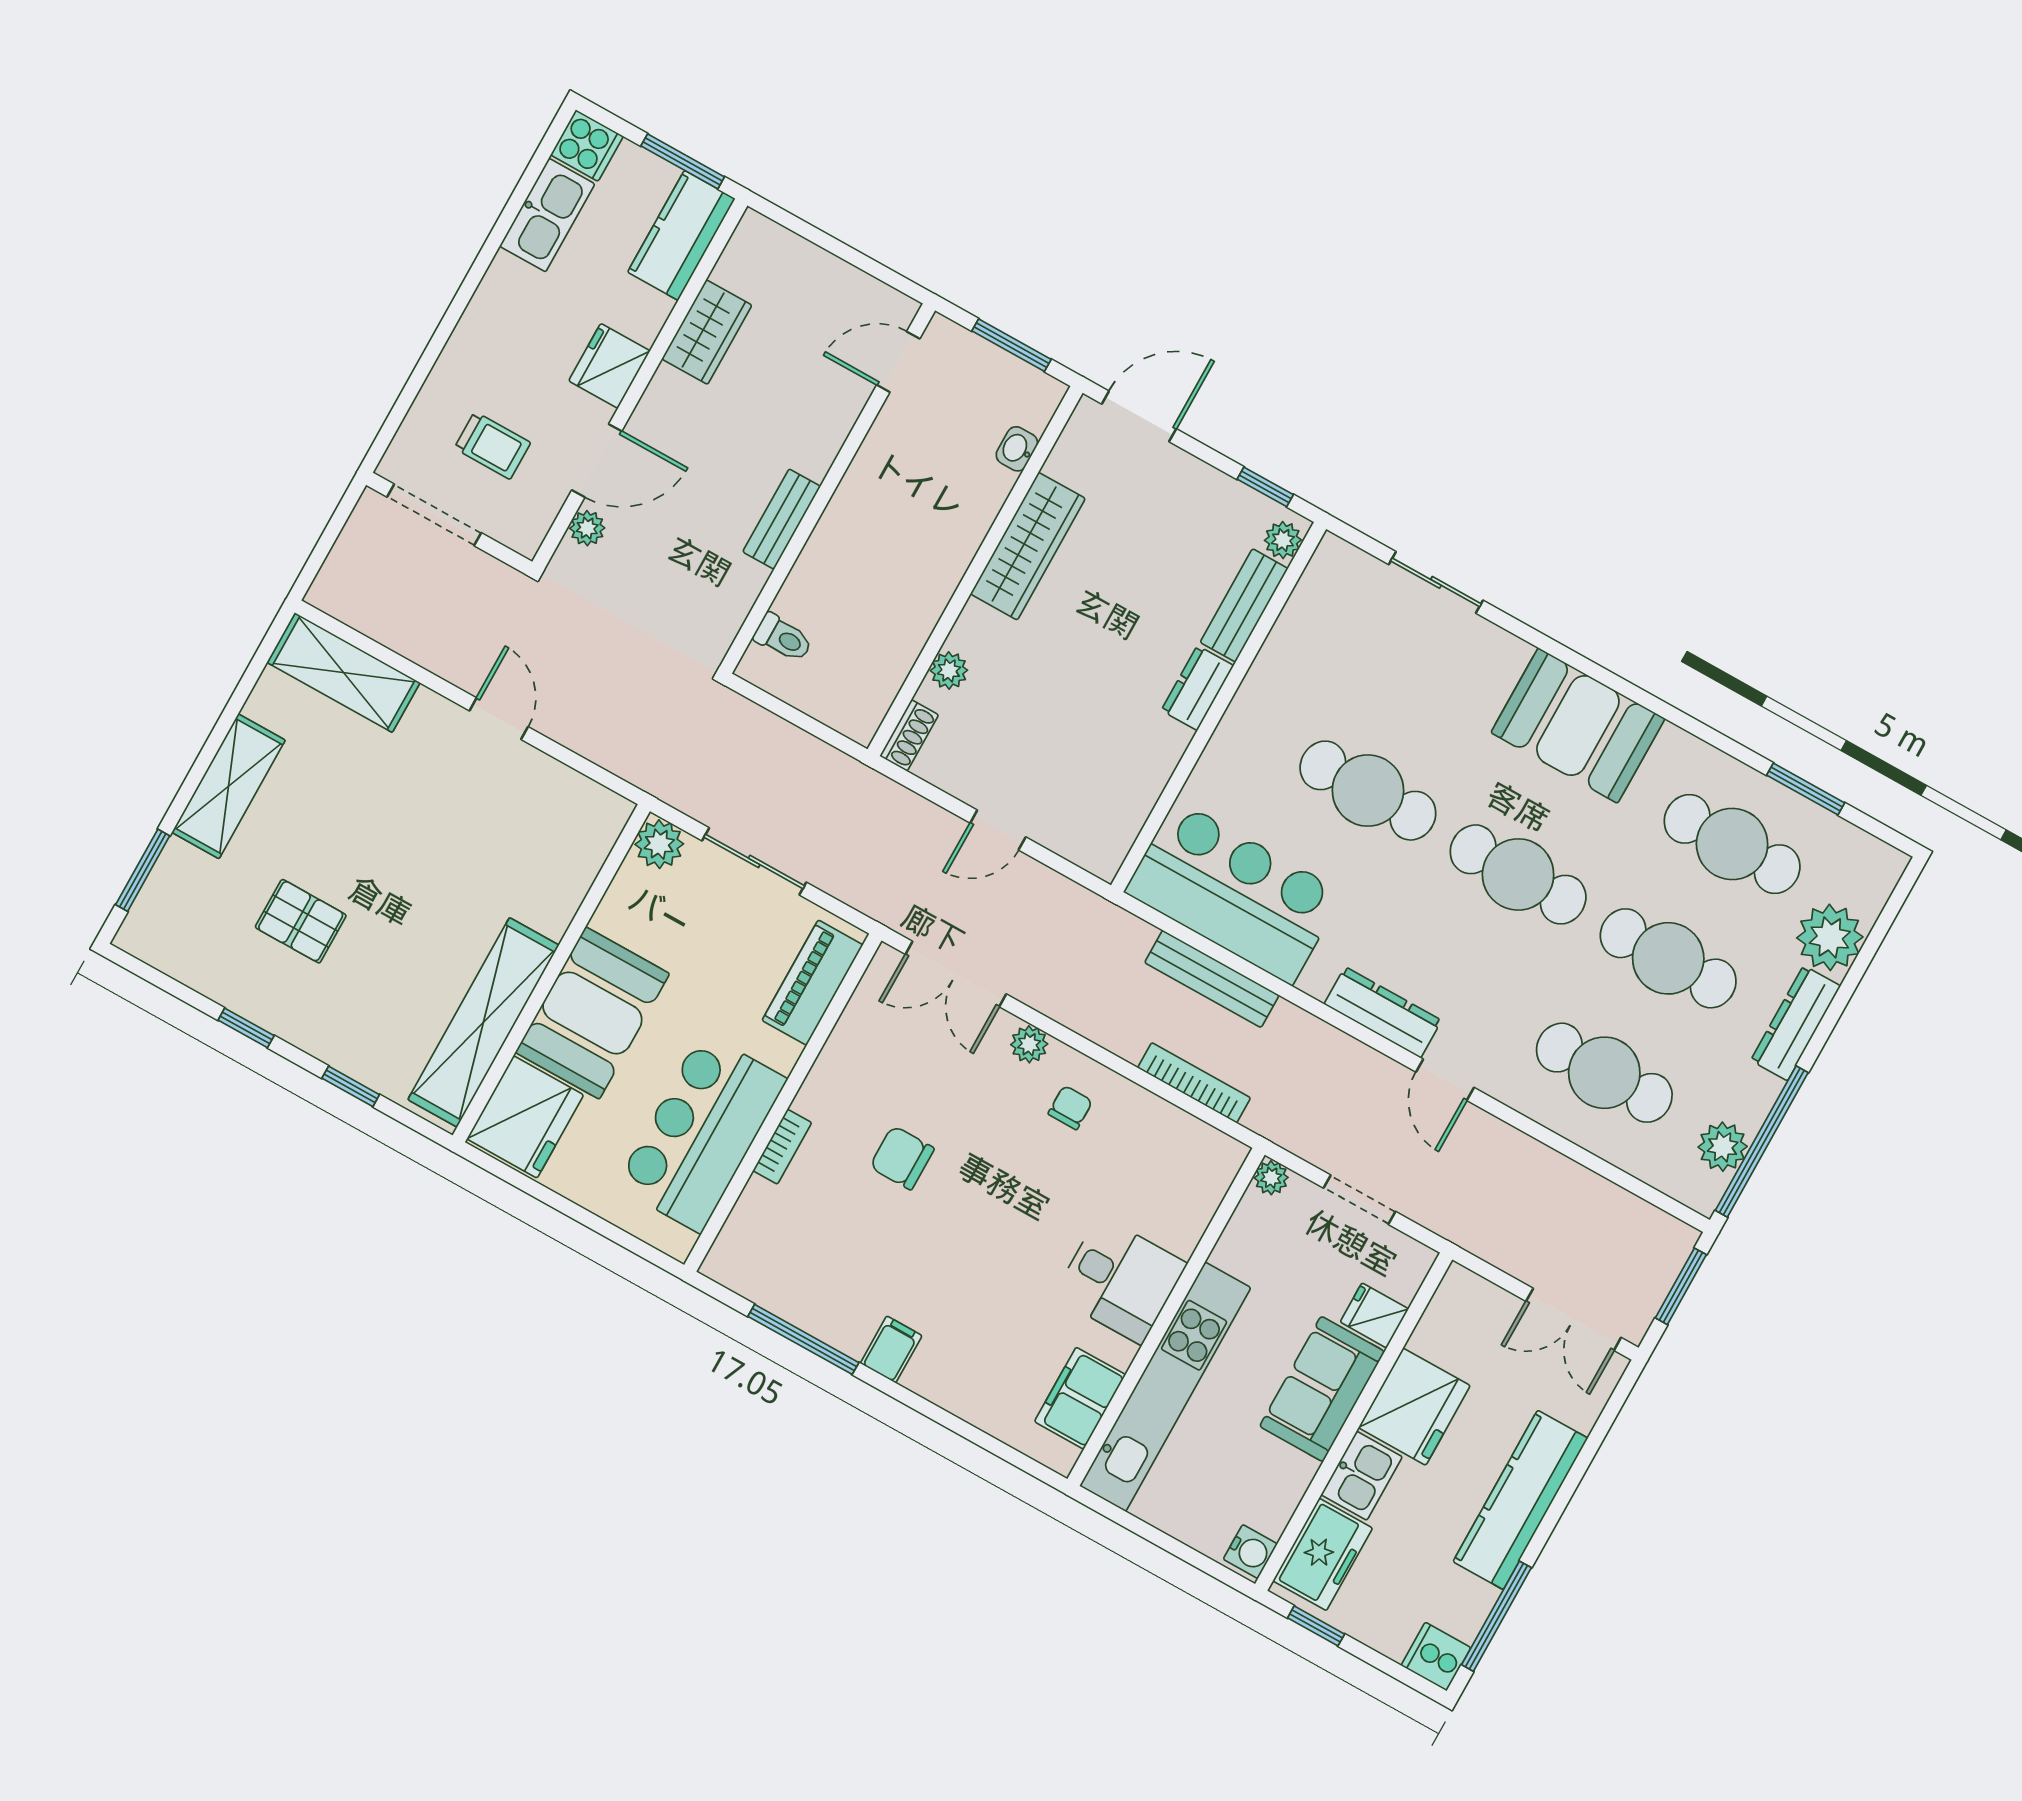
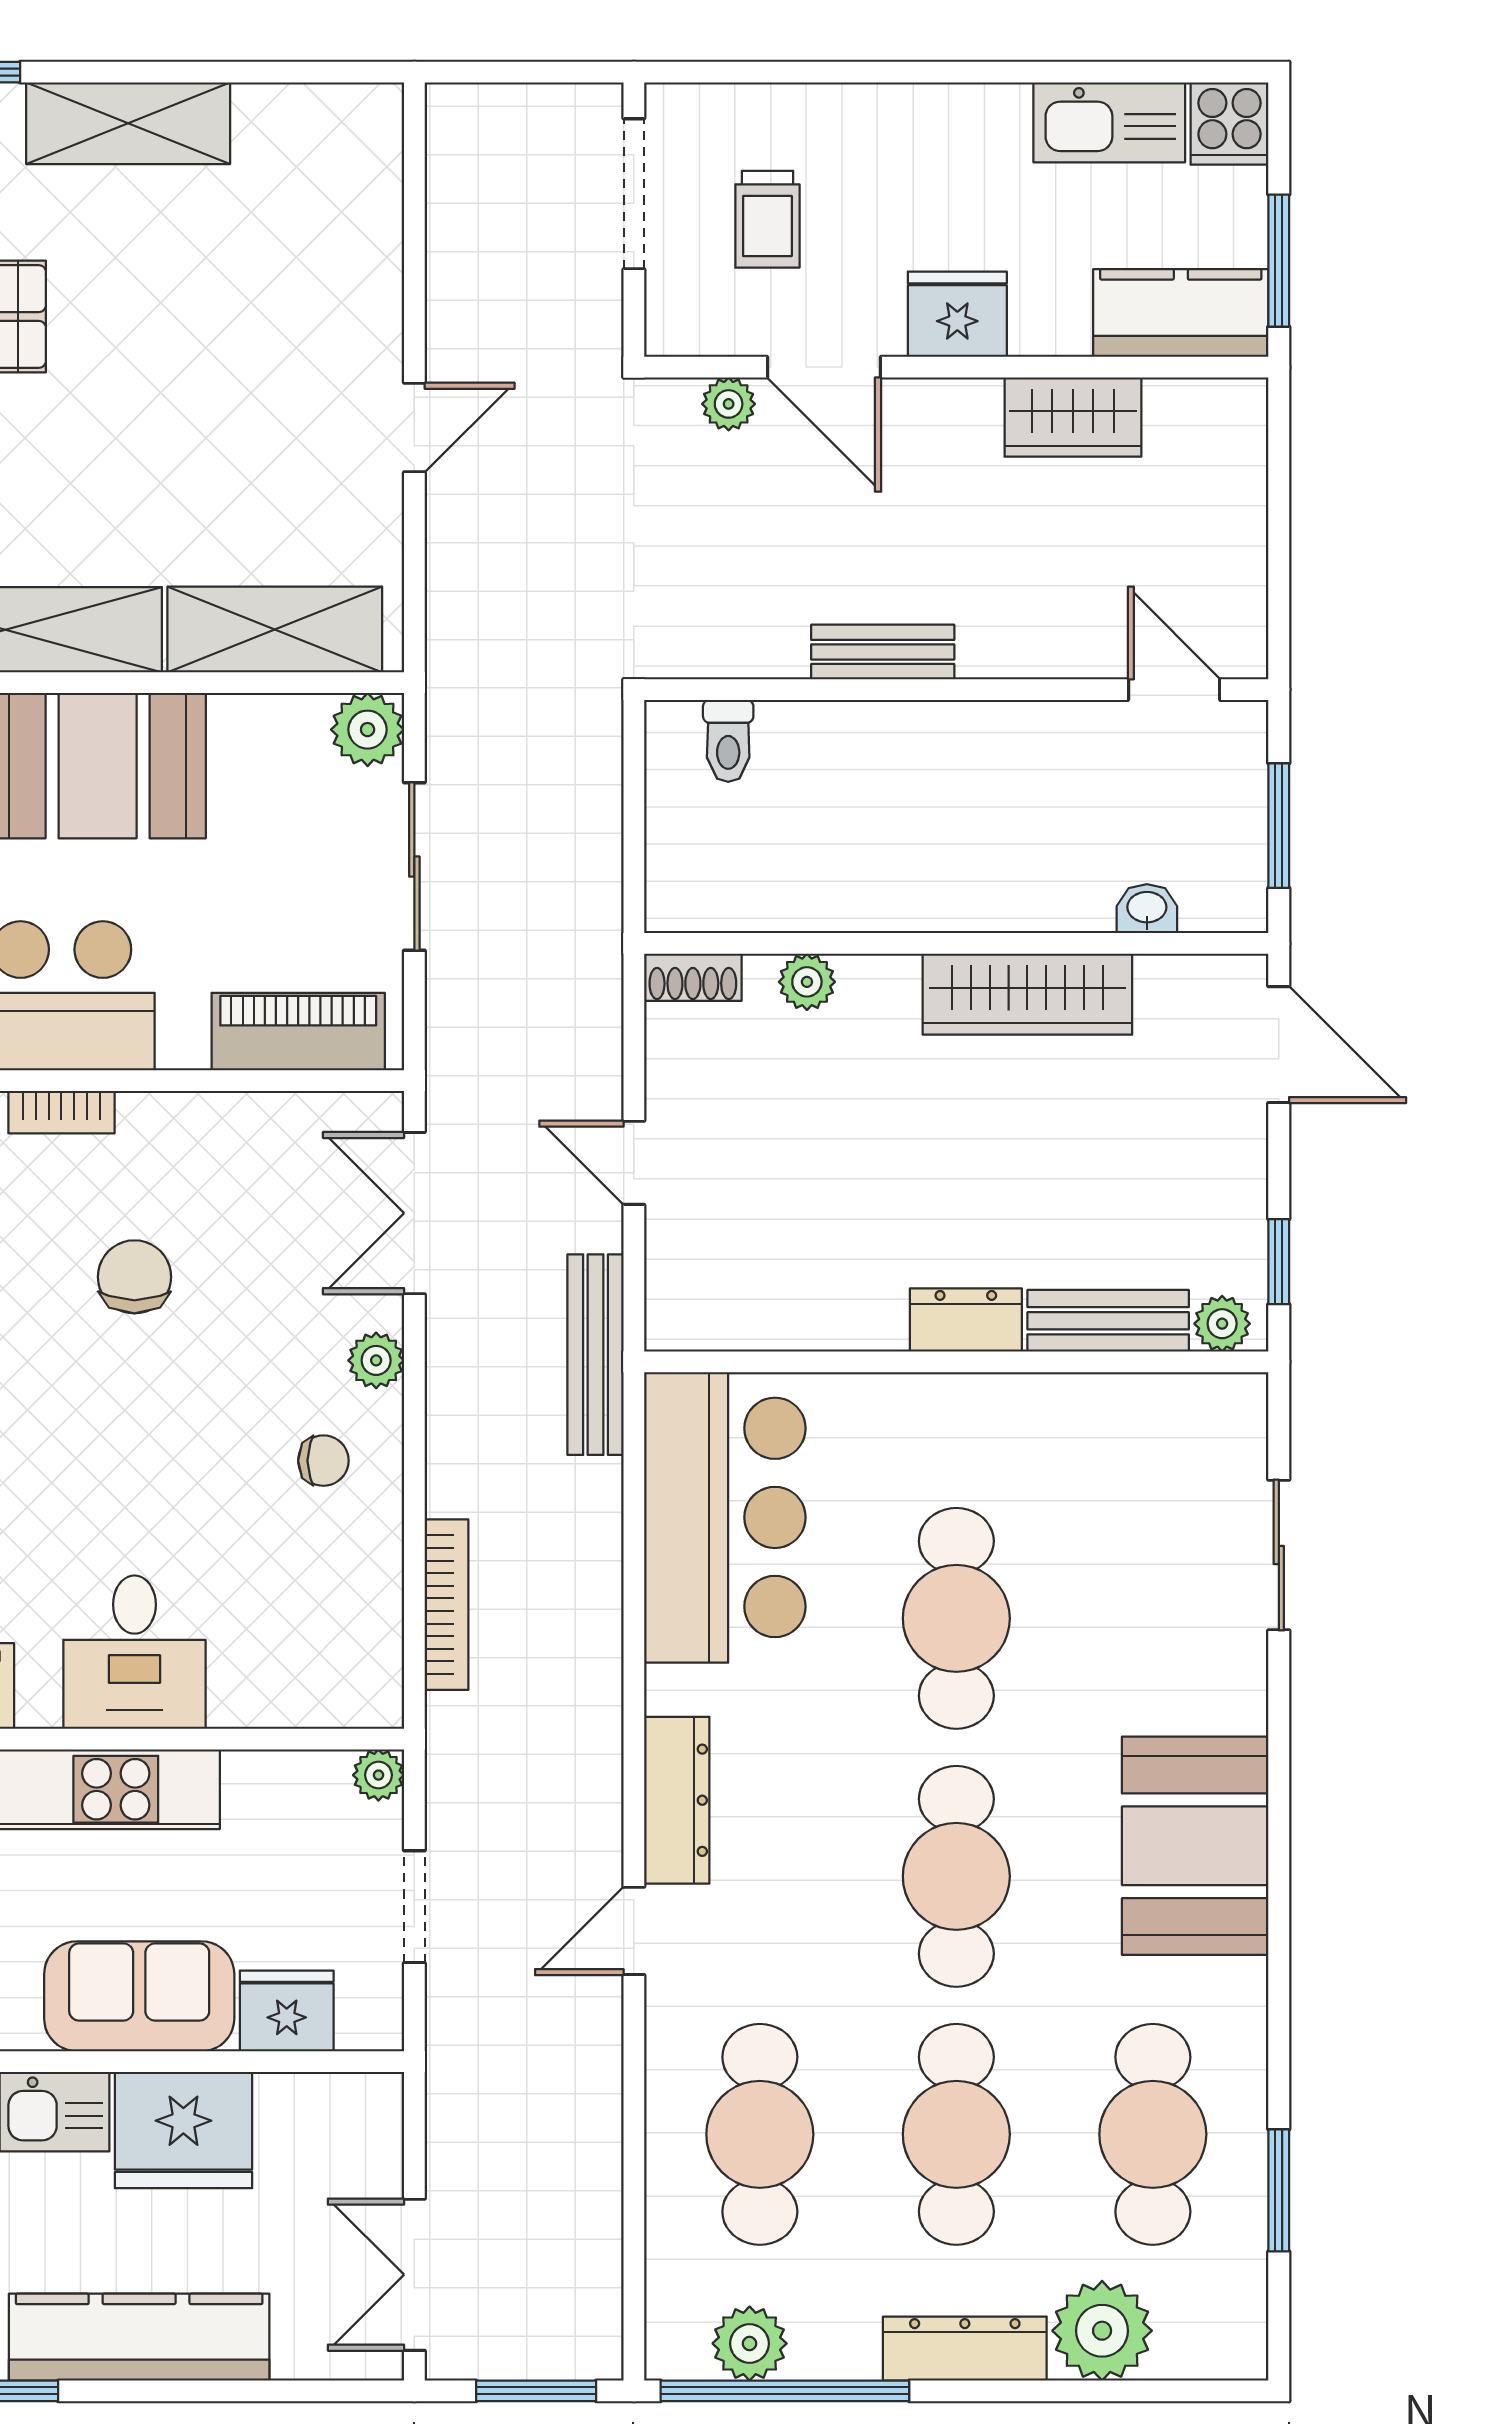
shelving: (344, 673) -> (275, 629), moved, turned 90
bench: (1212, 979) -> (596, 1355), moved
fridge: (1374, 1315) -> (287, 2011), width x1.38

